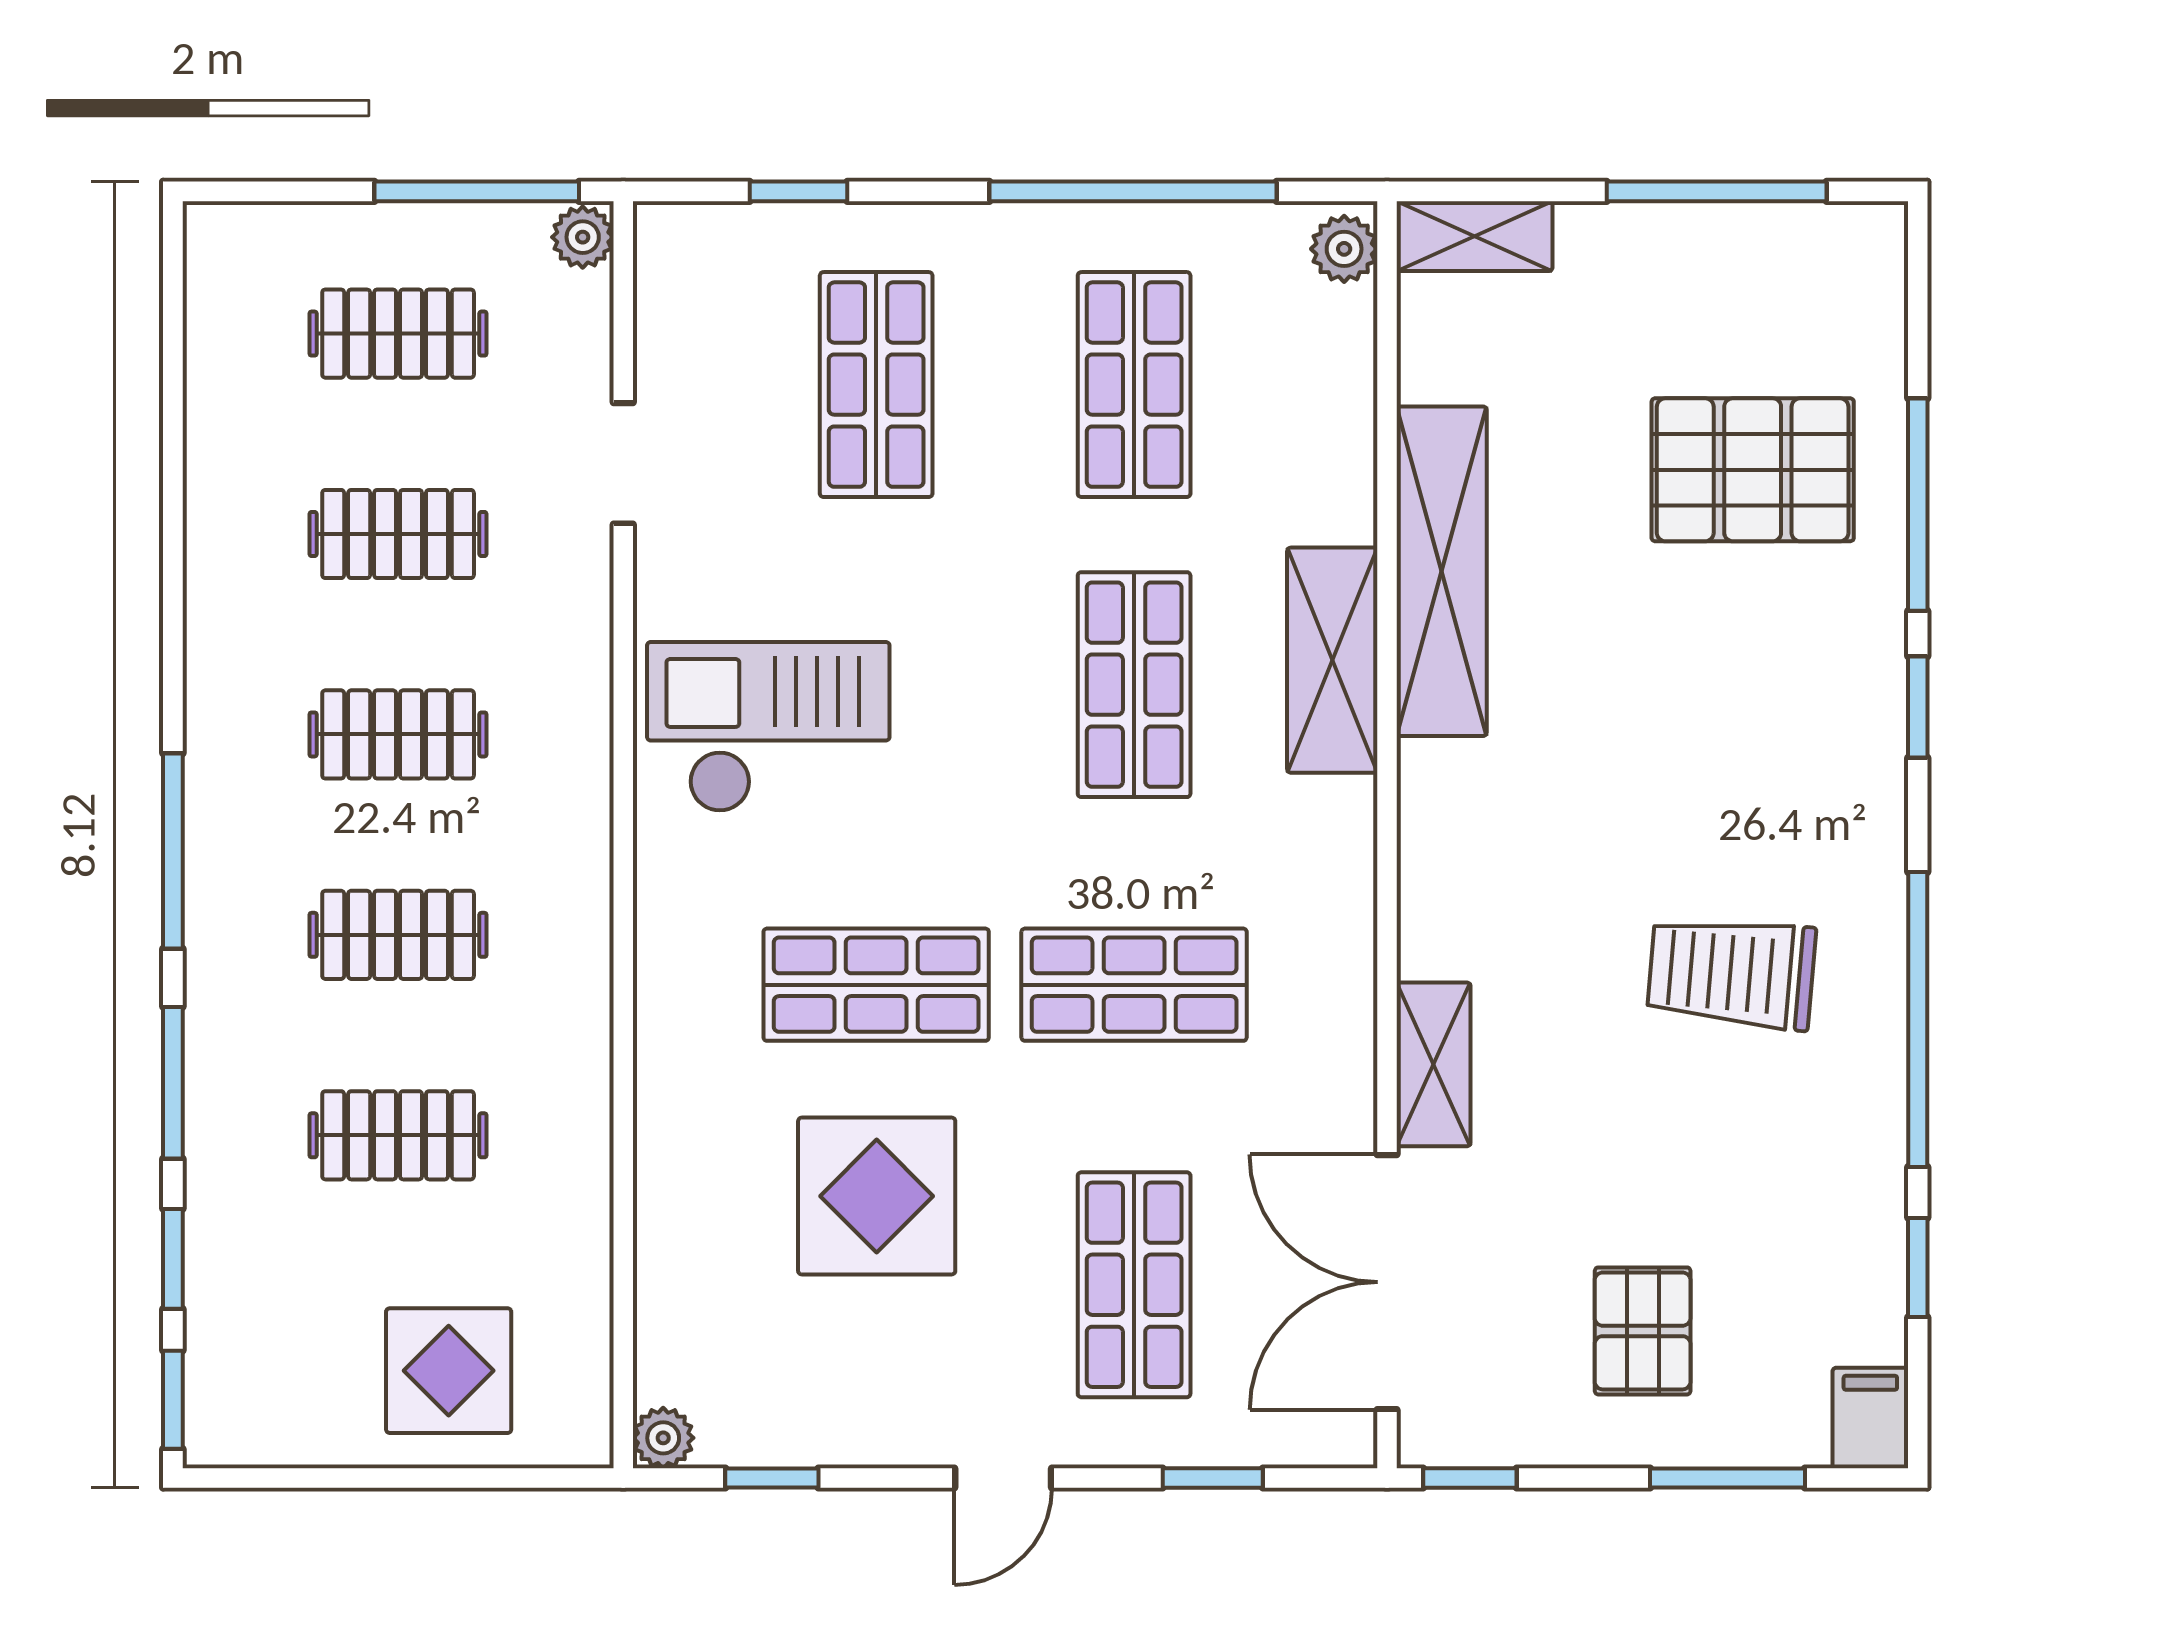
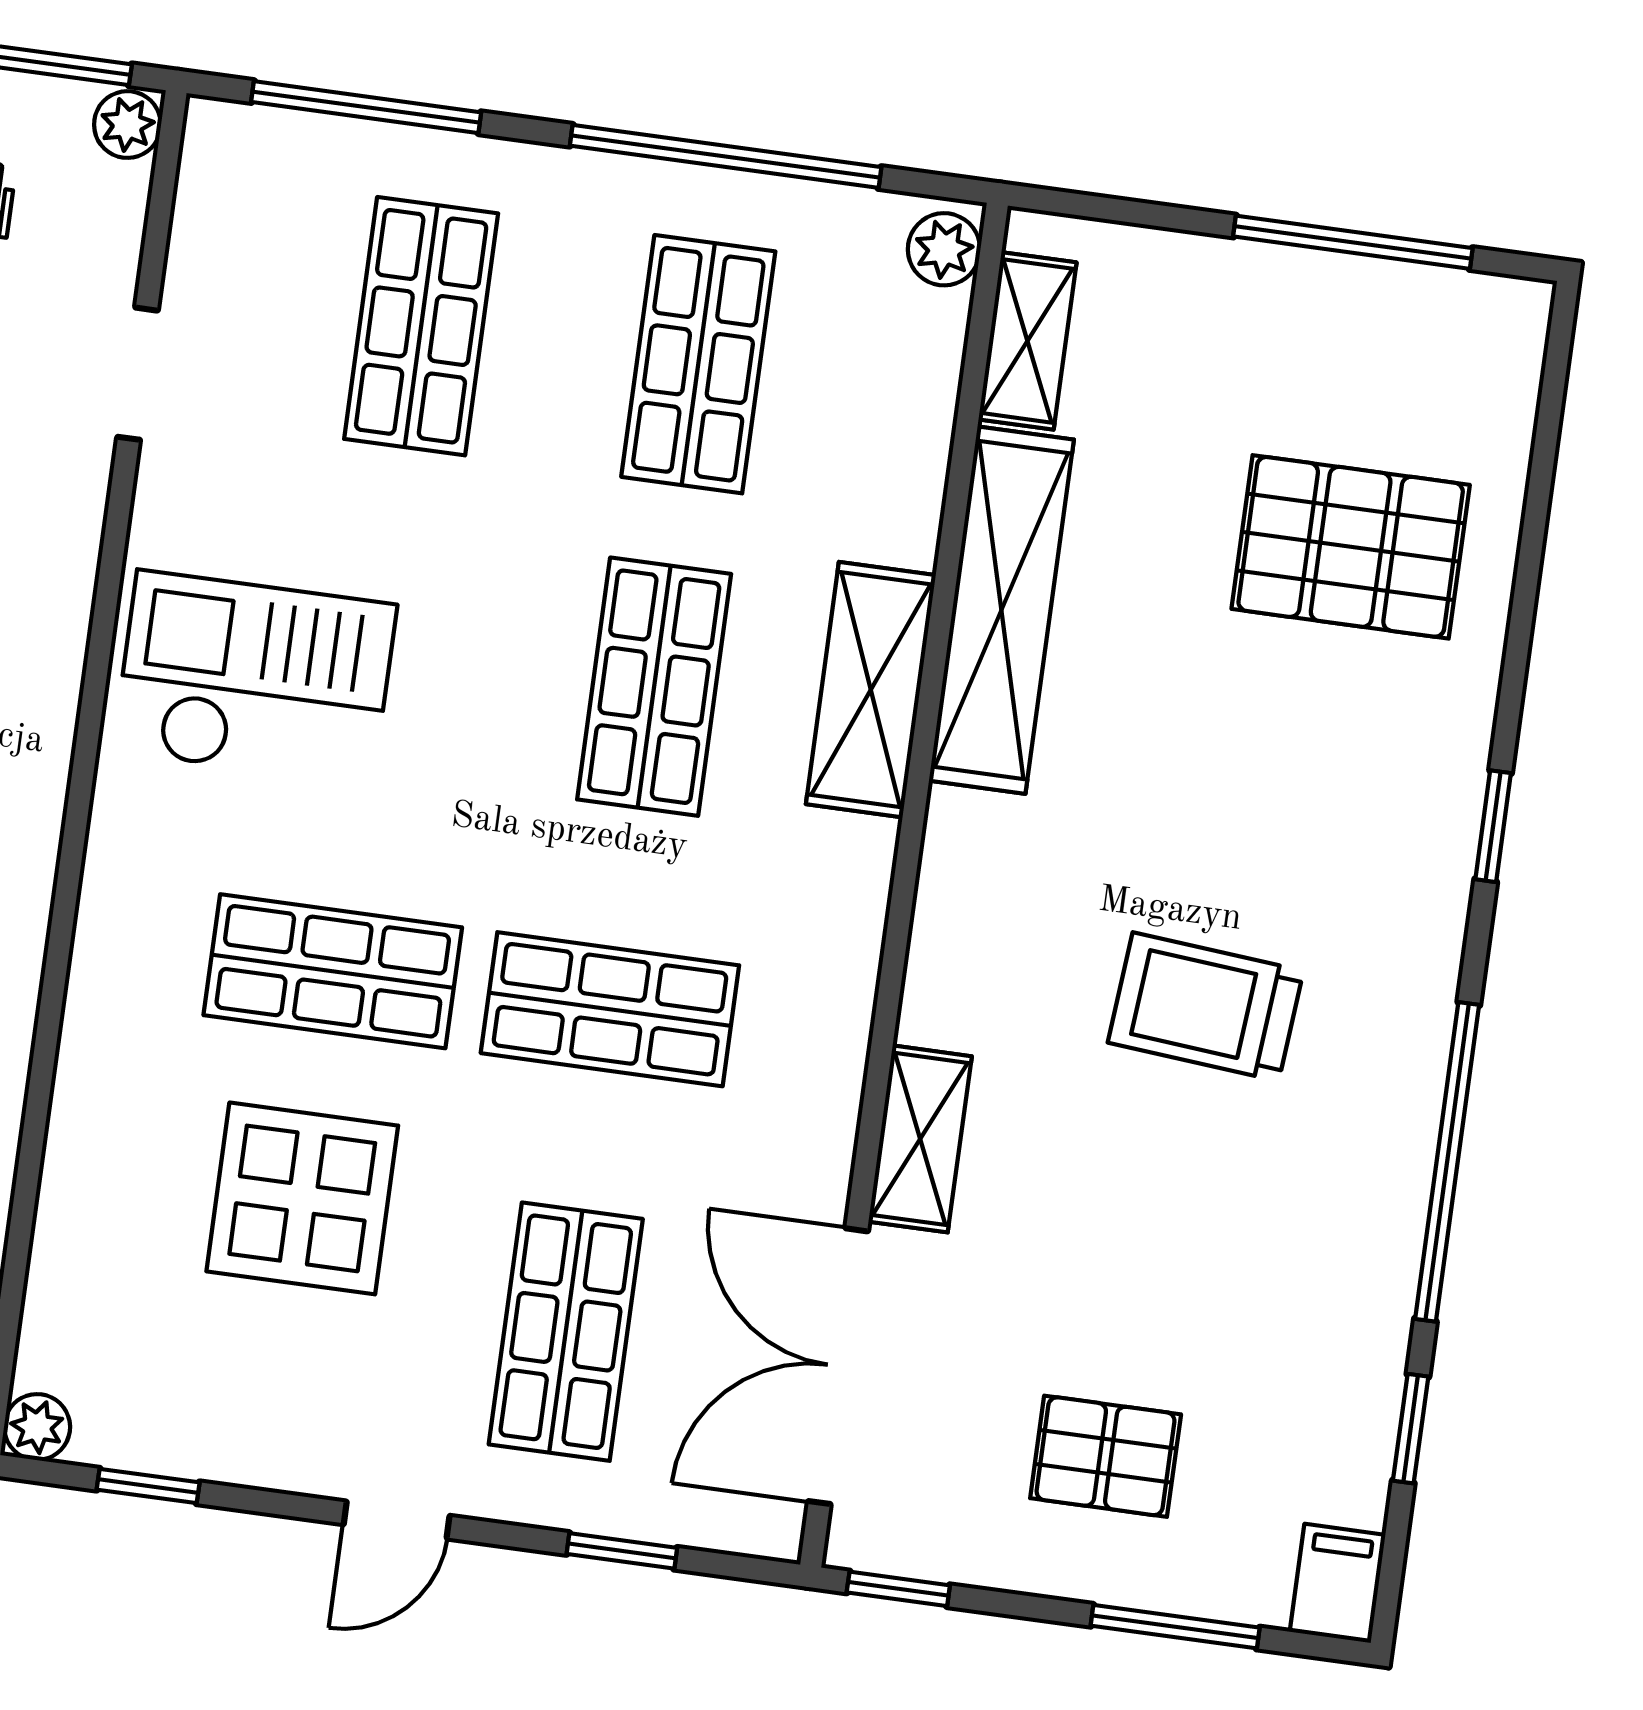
window: (799, 191) -> (366, 107), width x2.17
shelving: (1475, 236) -> (1027, 341), moved, turned 90
window: (1918, 505) -> (1523, 609), removed
trolley: (1732, 973) -> (1206, 1007), moved
pallet: (1643, 1331) -> (1106, 1456), turned 90

